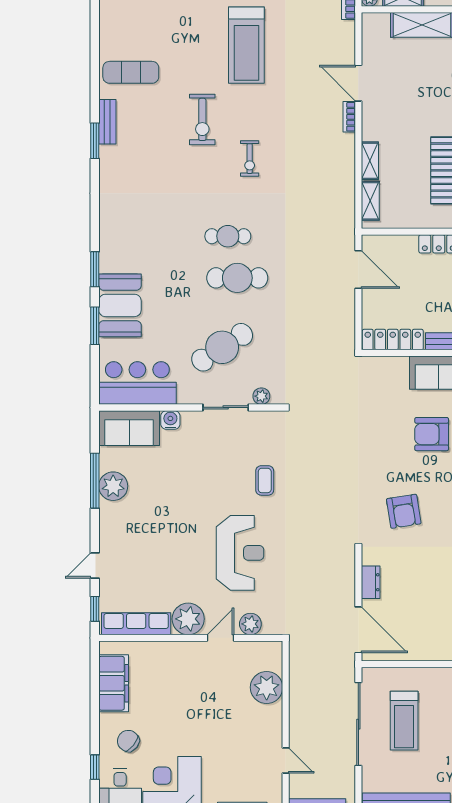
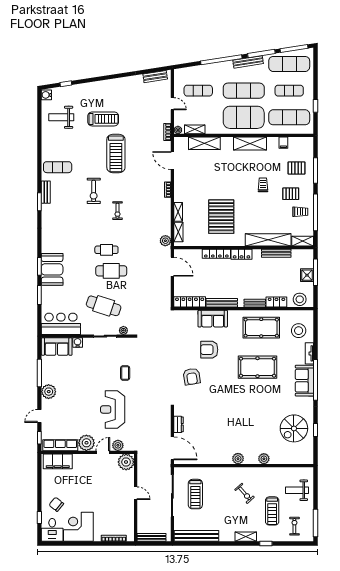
door: (358, 83) -> (172, 161), moved
plant: (345, 218) -> (165, 241), added
booth: (120, 305) -> (52, 269), moved
cafe table: (222, 347) -> (104, 306), turned 51
plant: (113, 486) -> (49, 392), moved
armchair: (404, 511) -> (192, 377), moved
reception desk: (240, 553) -> (113, 409), turned 180
filing cabinet: (114, 683) -> (58, 461), moved, turned 90
plant: (267, 687) -> (126, 462), moved
door: (286, 761) -> (136, 493), moved

